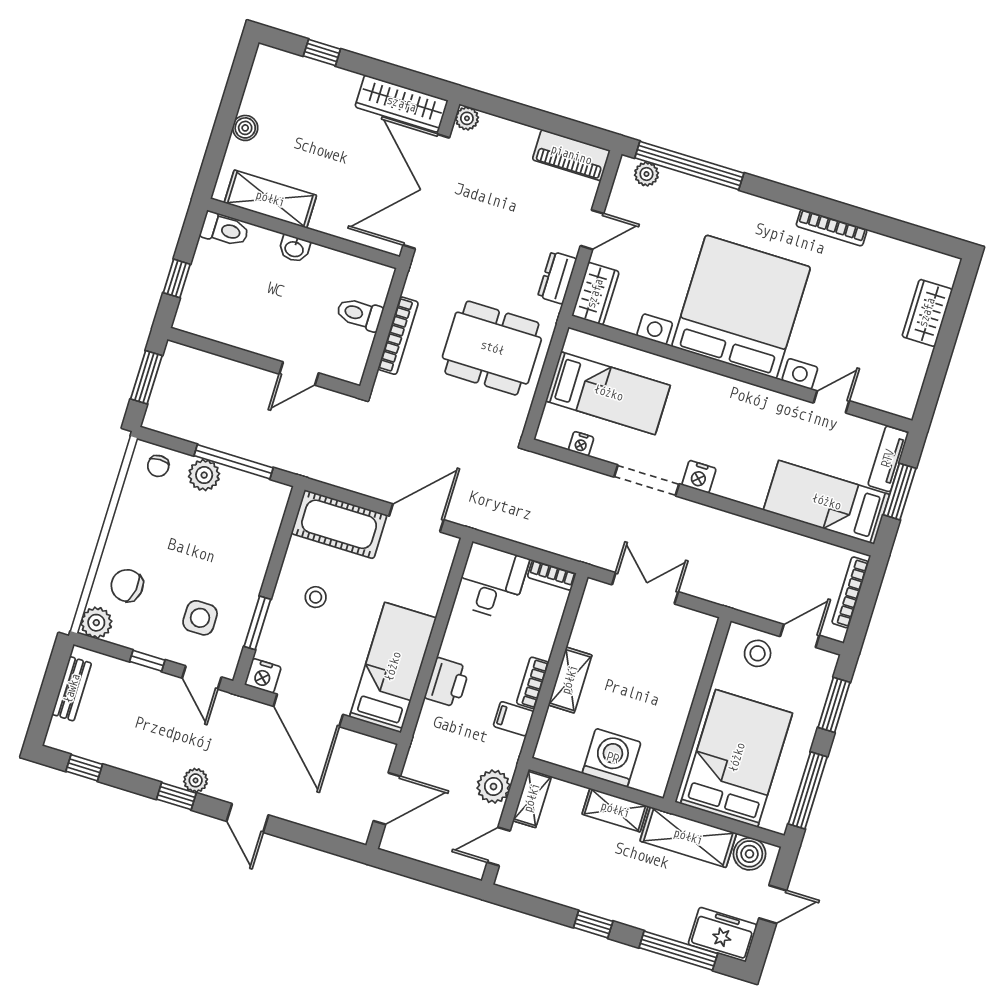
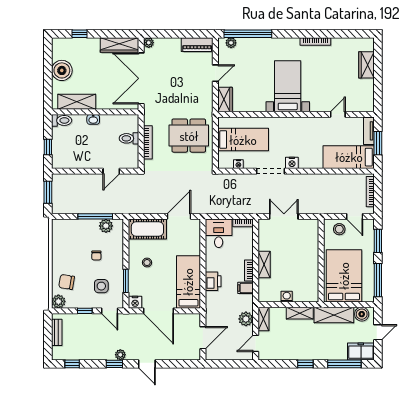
boiler: (245, 128) -> (62, 70), width x1.86, depth x1.86
dresser: (557, 278) -> (207, 98), removed
bed with nightstands: (741, 307) -> (288, 86), width x0.54
chair: (158, 466) -> (96, 255), moved
plant: (204, 475) -> (106, 226), moved
door: (800, 636) -> (355, 216), swing flipped
washing machine: (612, 758) -> (287, 297), width x0.53, depth x0.53

